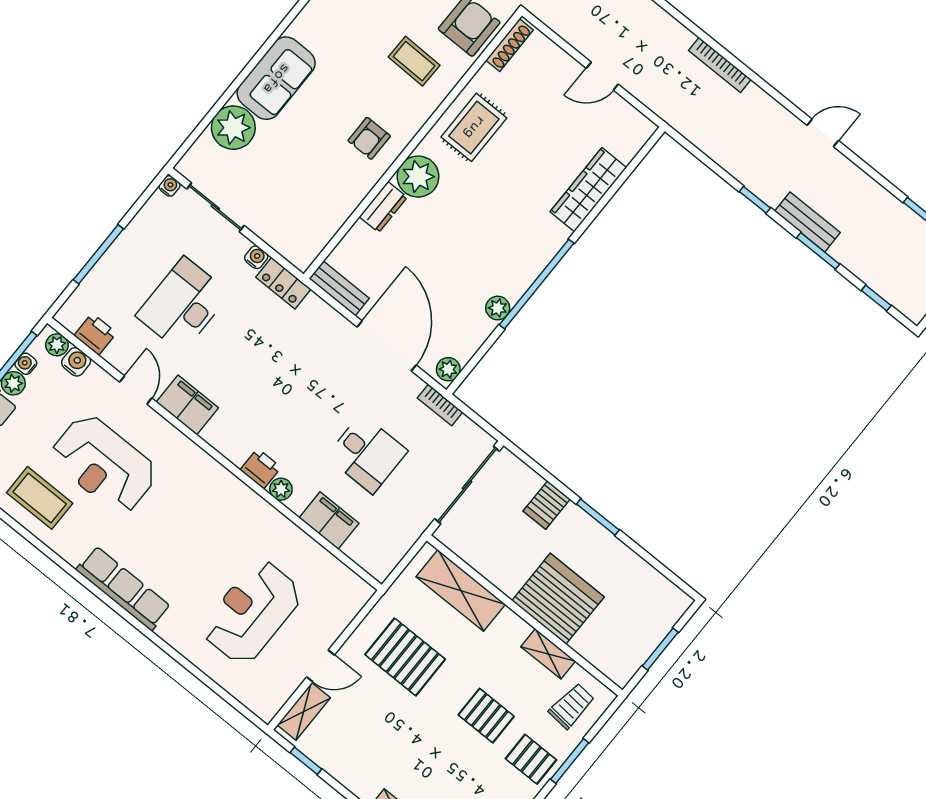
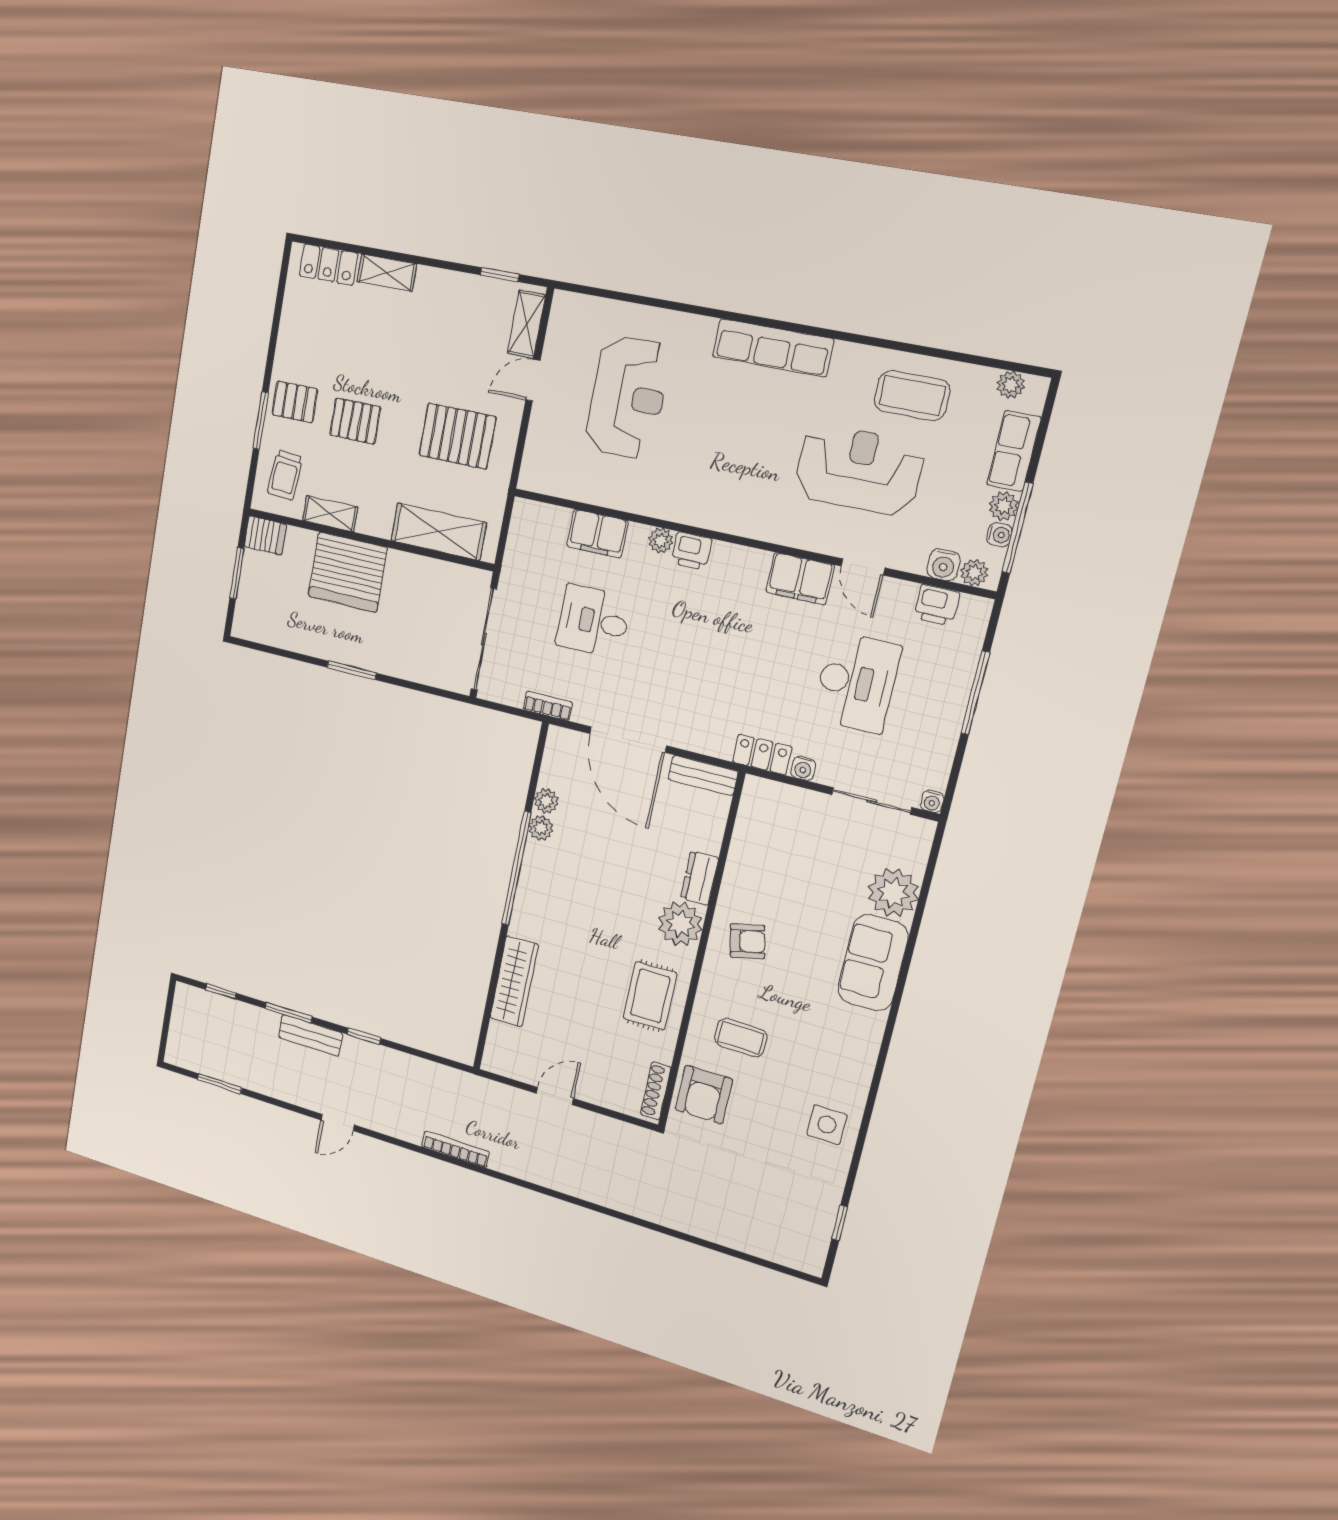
armchair: (369, 138) -> (747, 941), turned 77
plant: (448, 369) -> (546, 801), moved
server rack: (547, 505) -> (265, 535), moved, turned 90

